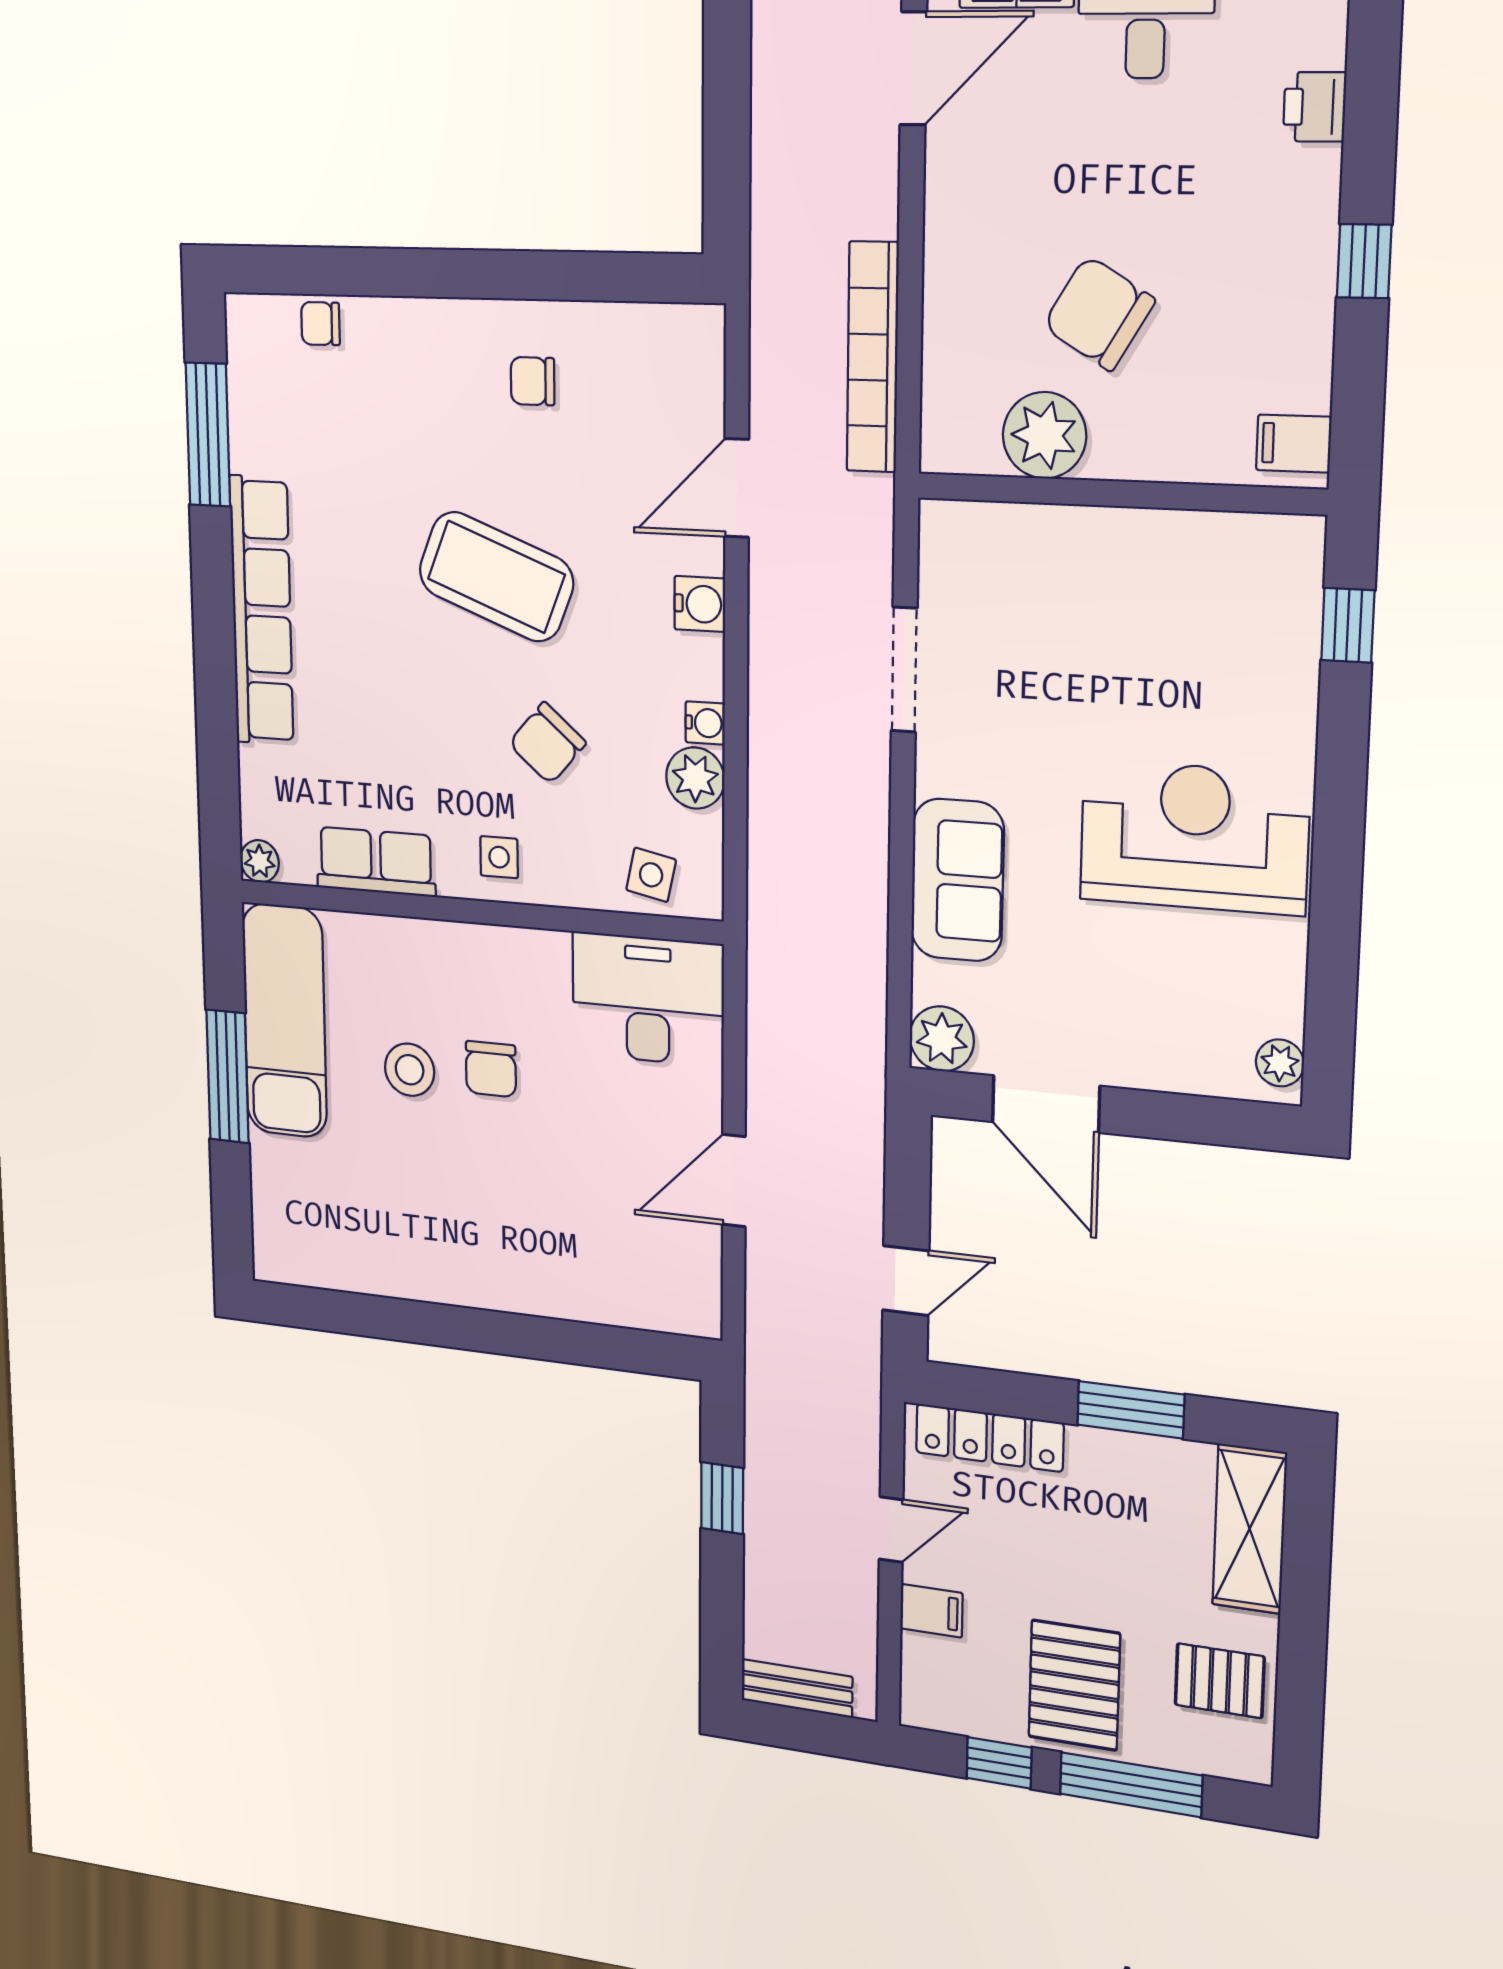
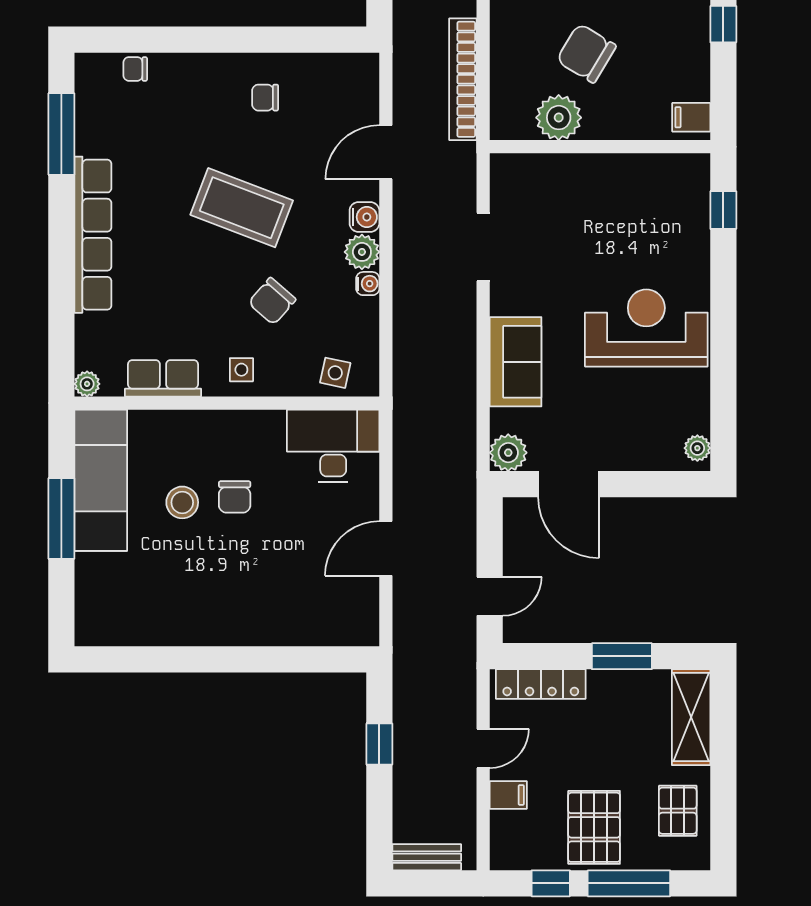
plant: (695, 778) -> (362, 252), moved
pallet: (1220, 1681) -> (678, 811), turned 90

